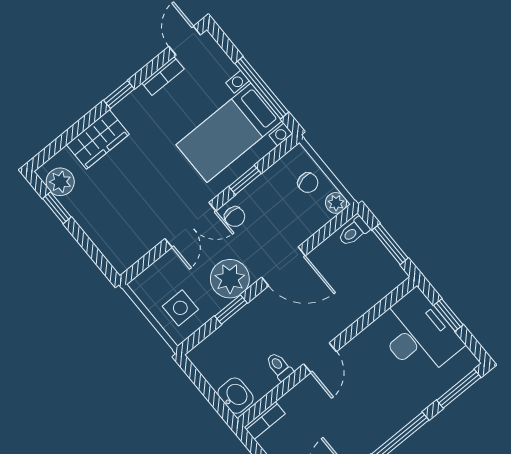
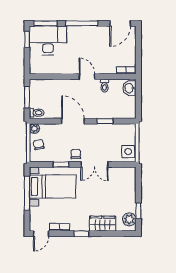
double door: (190, 225) -> (94, 164), swing flipped
plant: (230, 279) -> (96, 133), removed
side table: (180, 308) -> (128, 152), moved
window: (448, 315) -> (27, 39), moved
desk: (418, 334) -> (48, 40), moved, turned 90
door: (320, 358) -> (87, 77), hinge flipped

